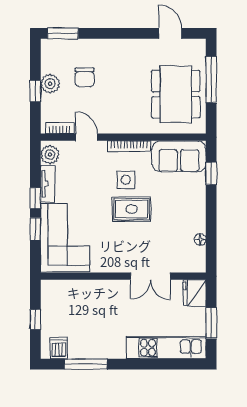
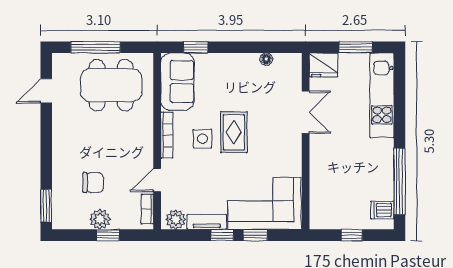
window: (86, 364) -> (400, 181), width x1.46

